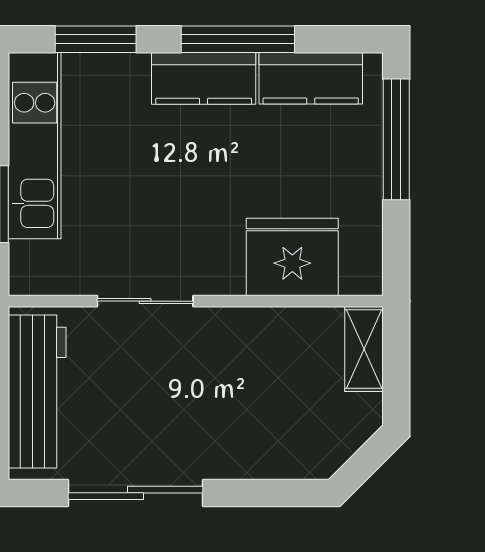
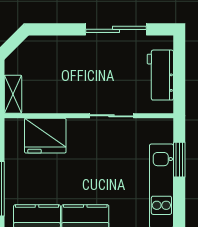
workbench: (37, 391) -> (160, 75), width x0.73

